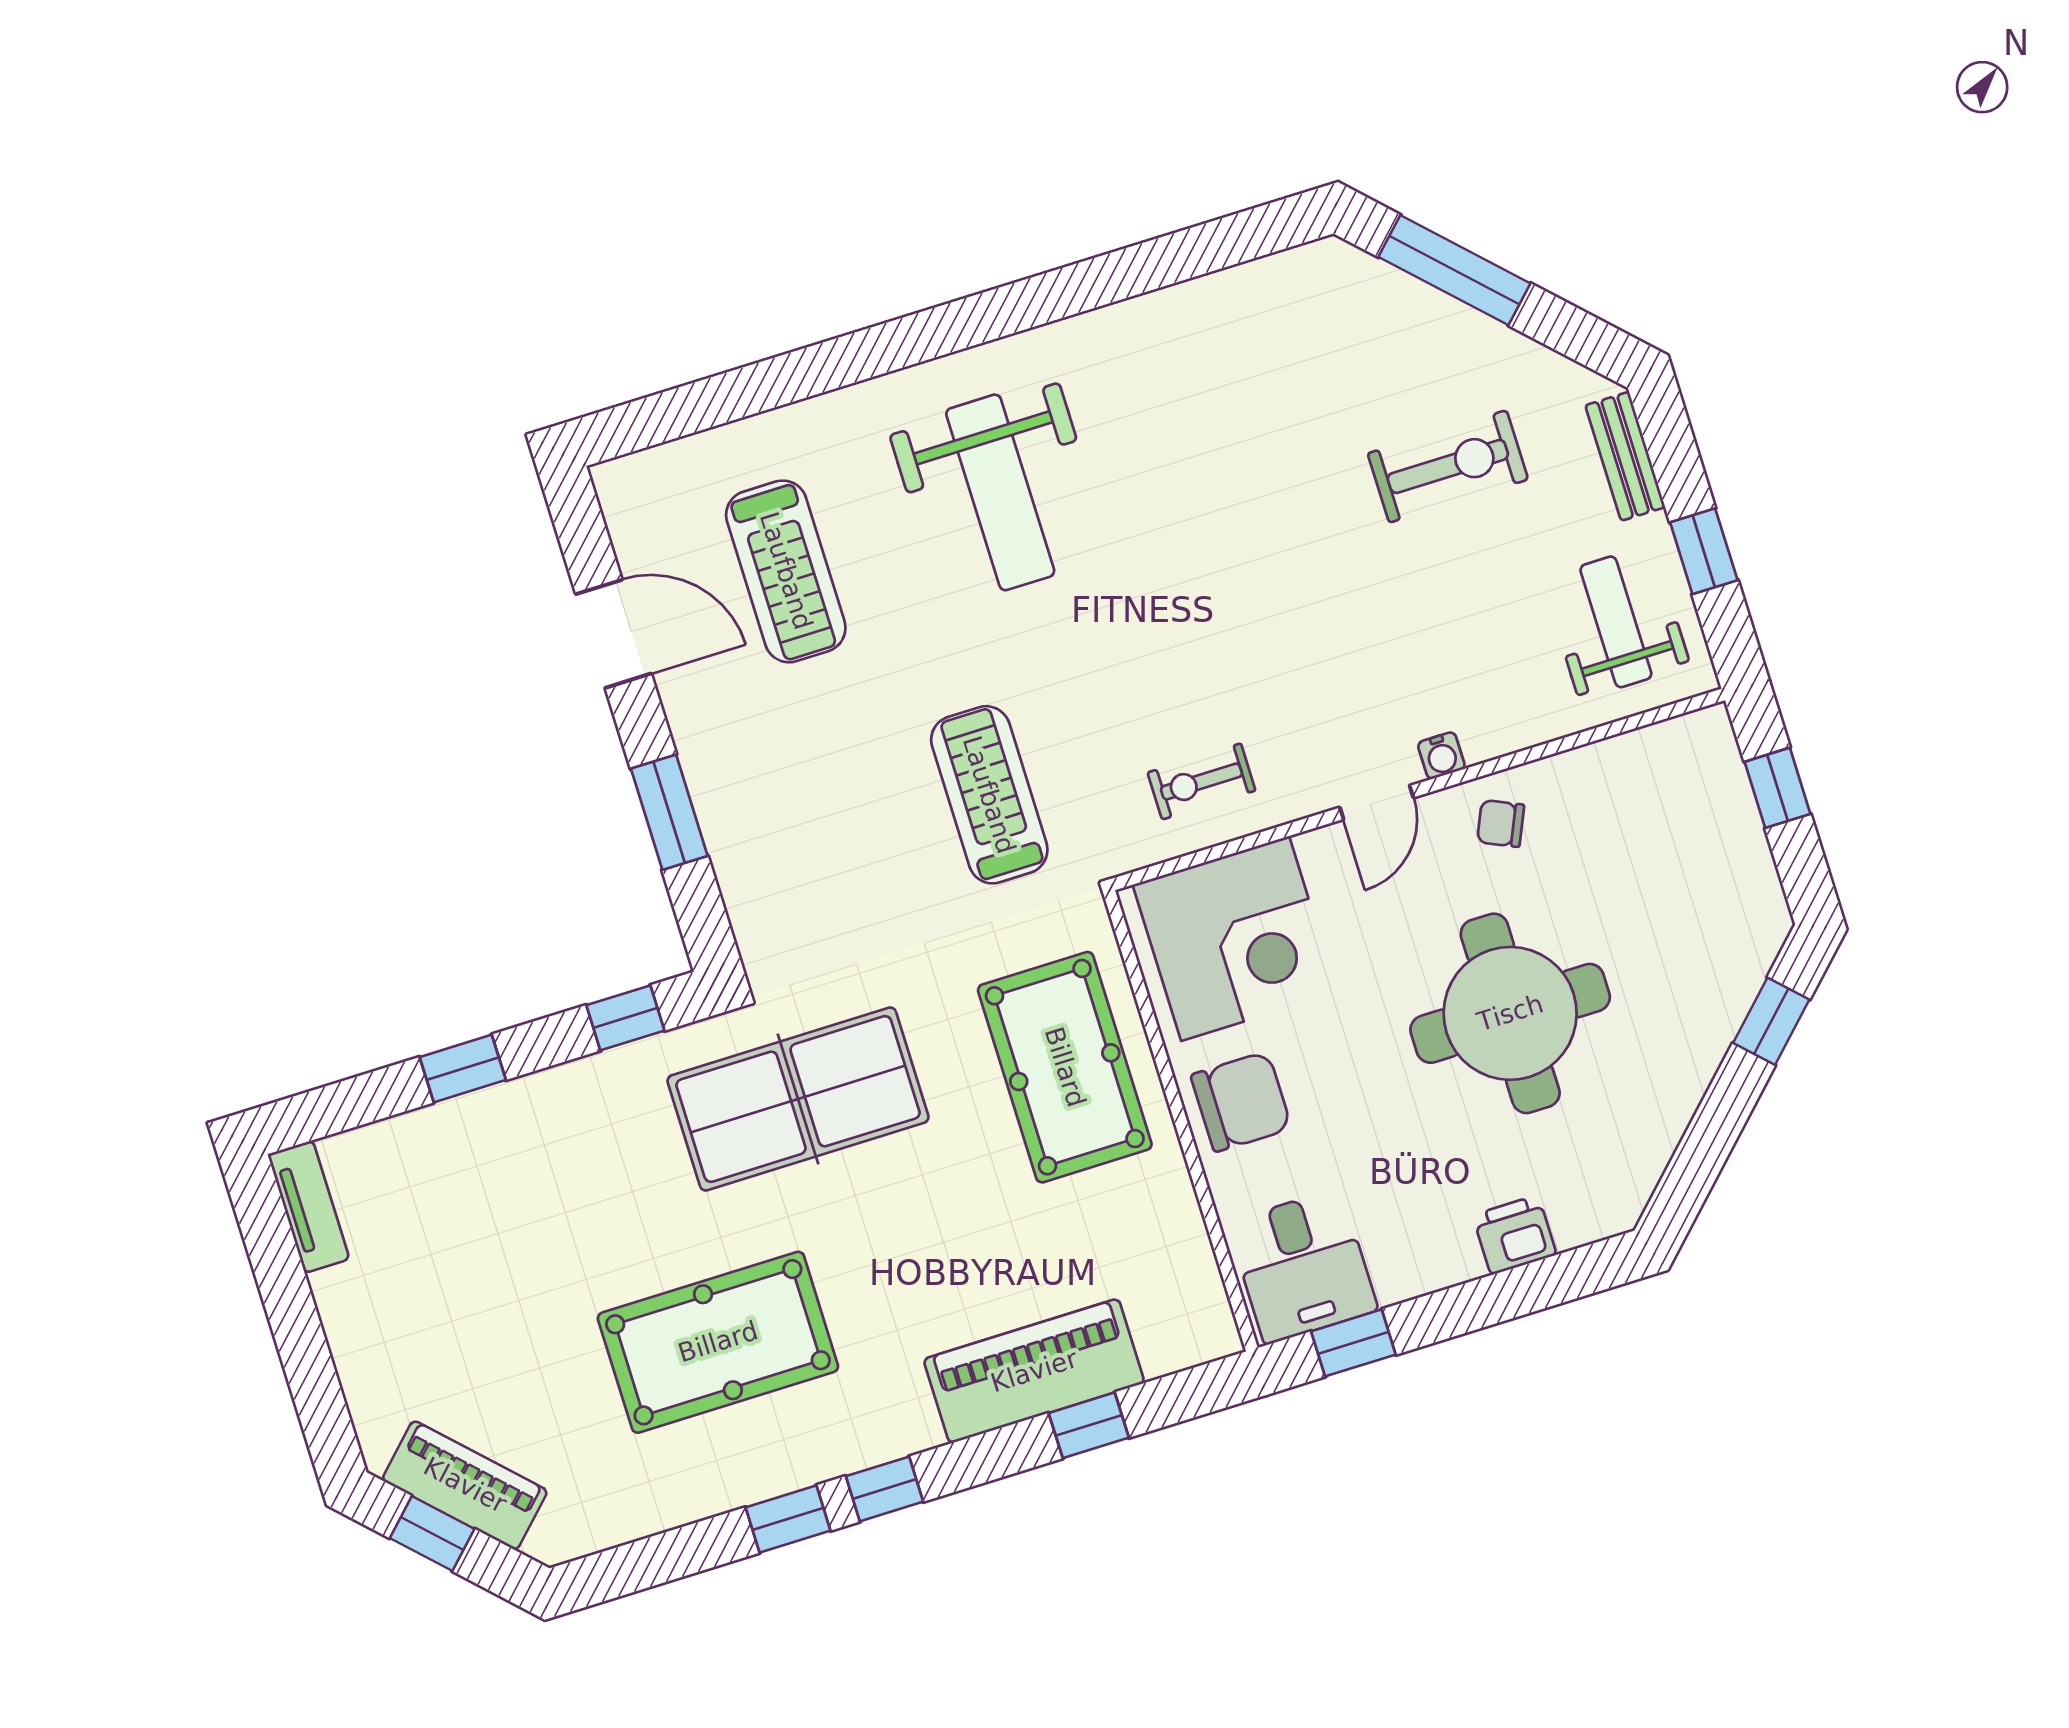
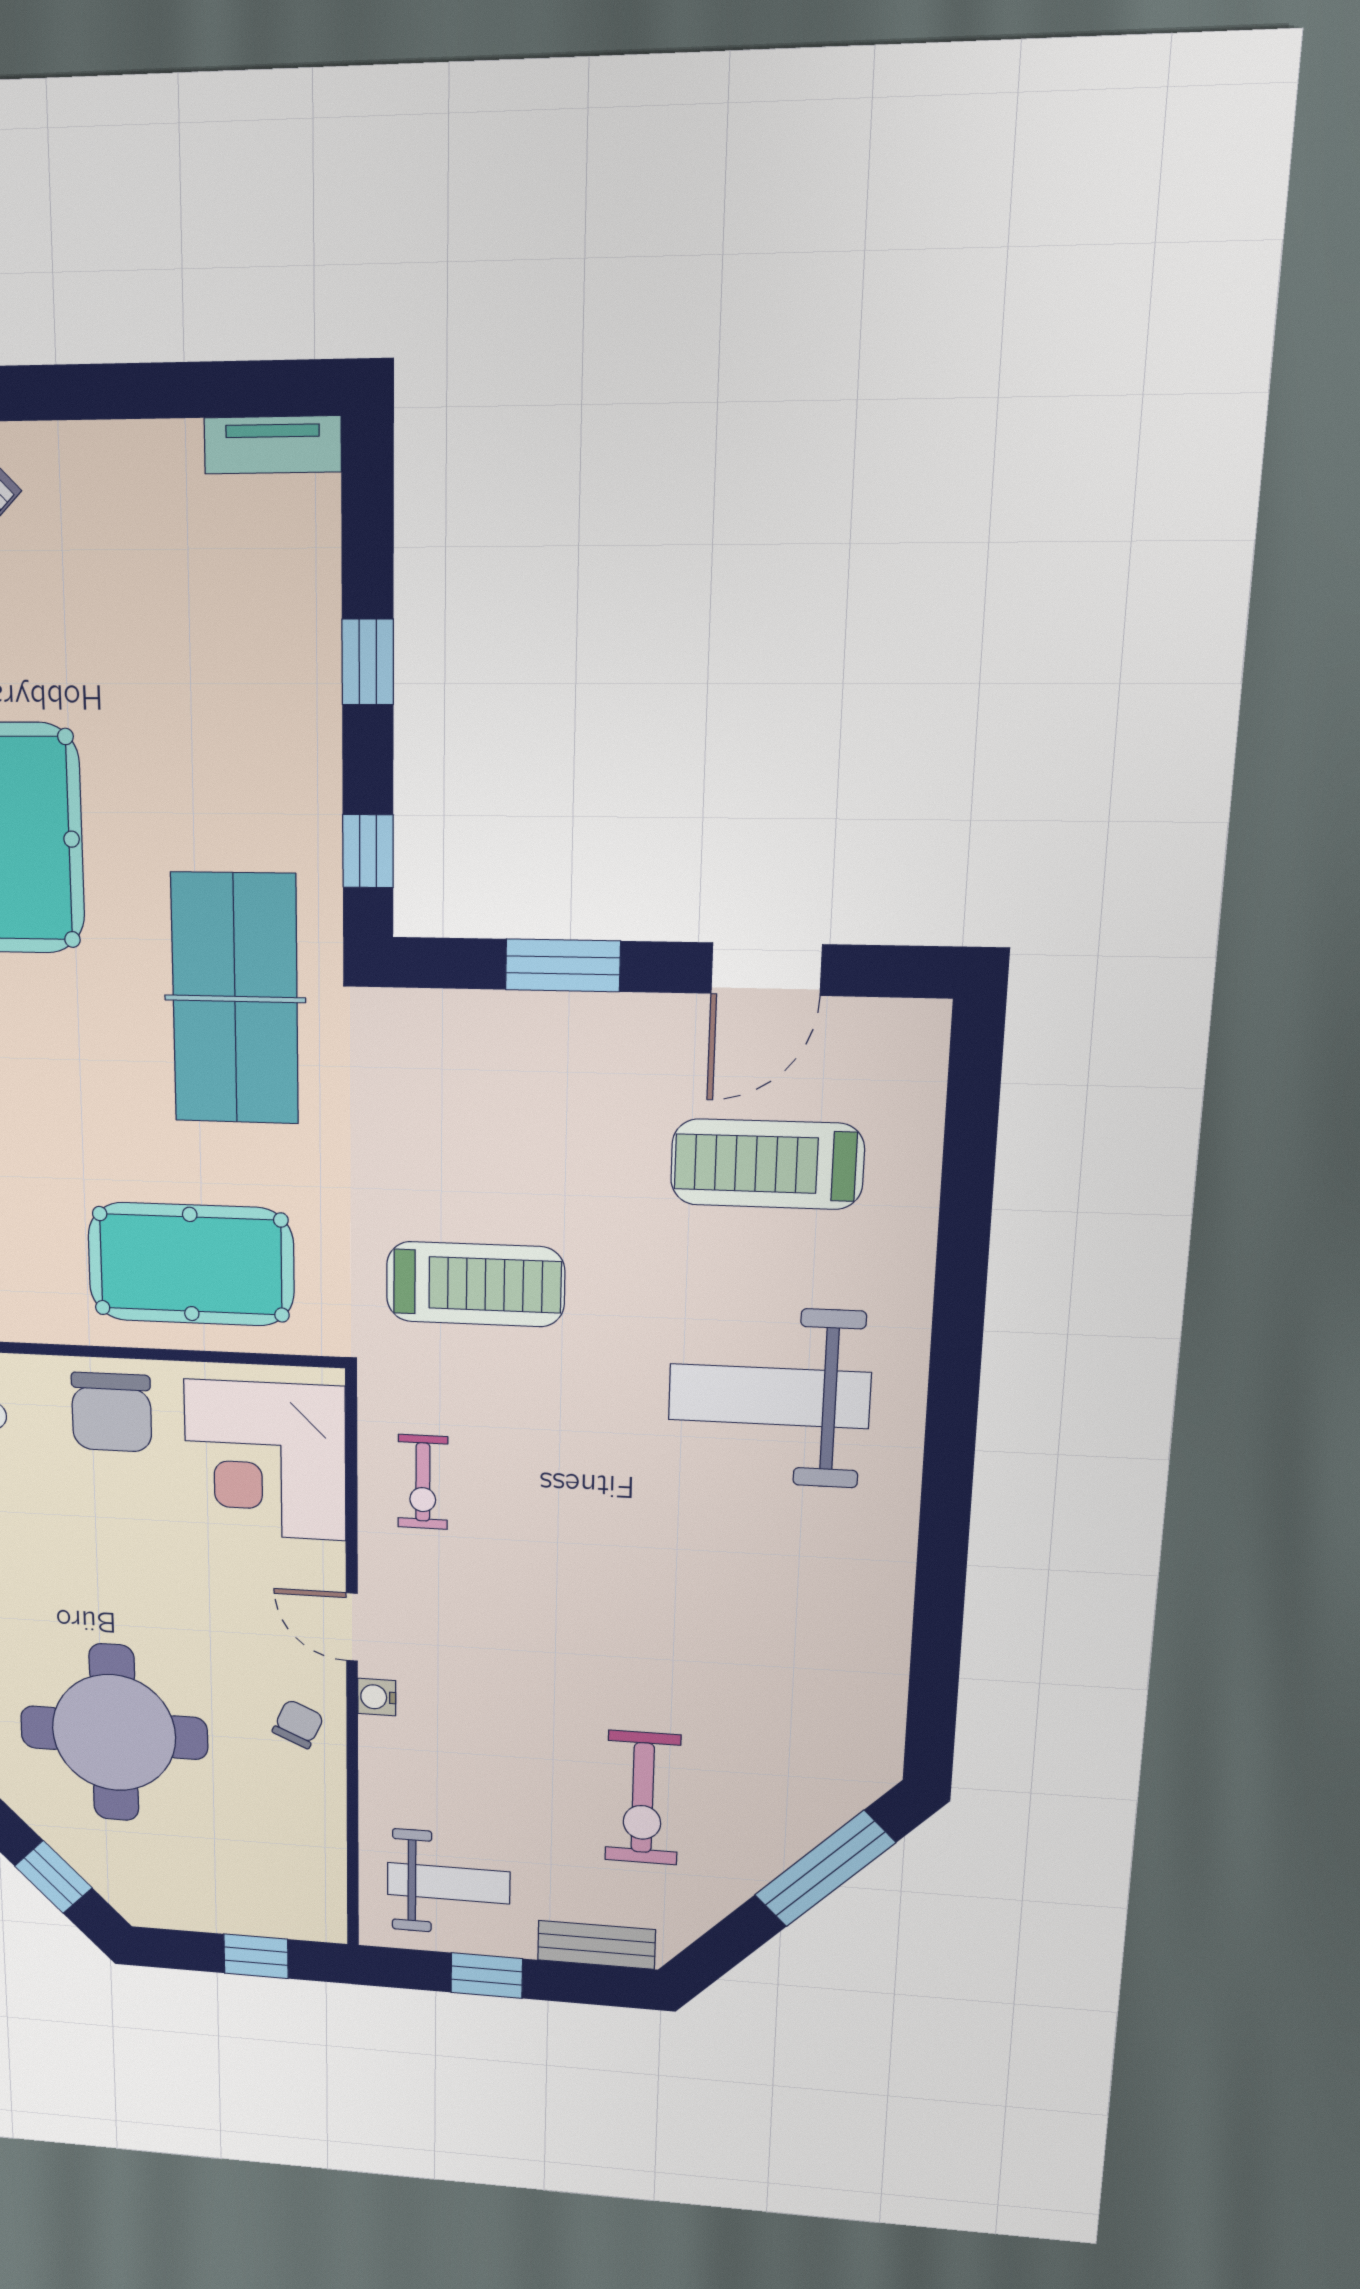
exercise bike: (1201, 781) -> (423, 1482), turned 180
round table: (1510, 1013) -> (114, 1733), moved

